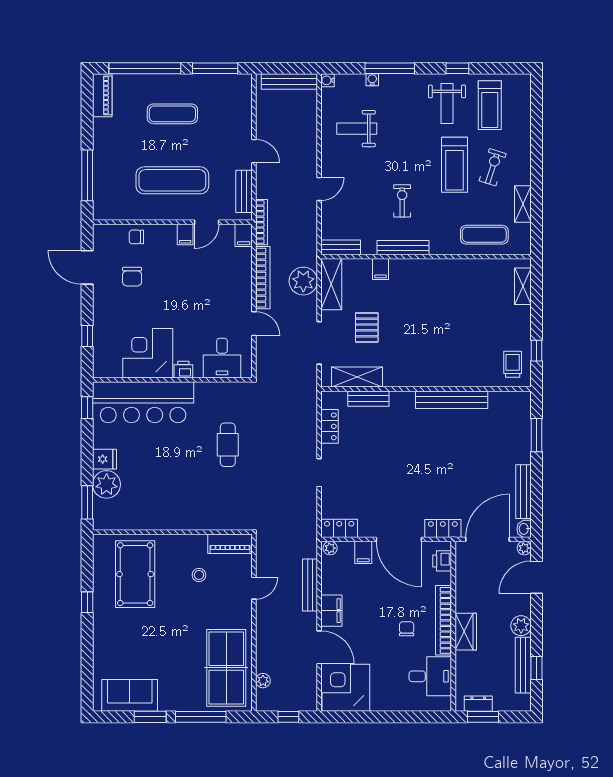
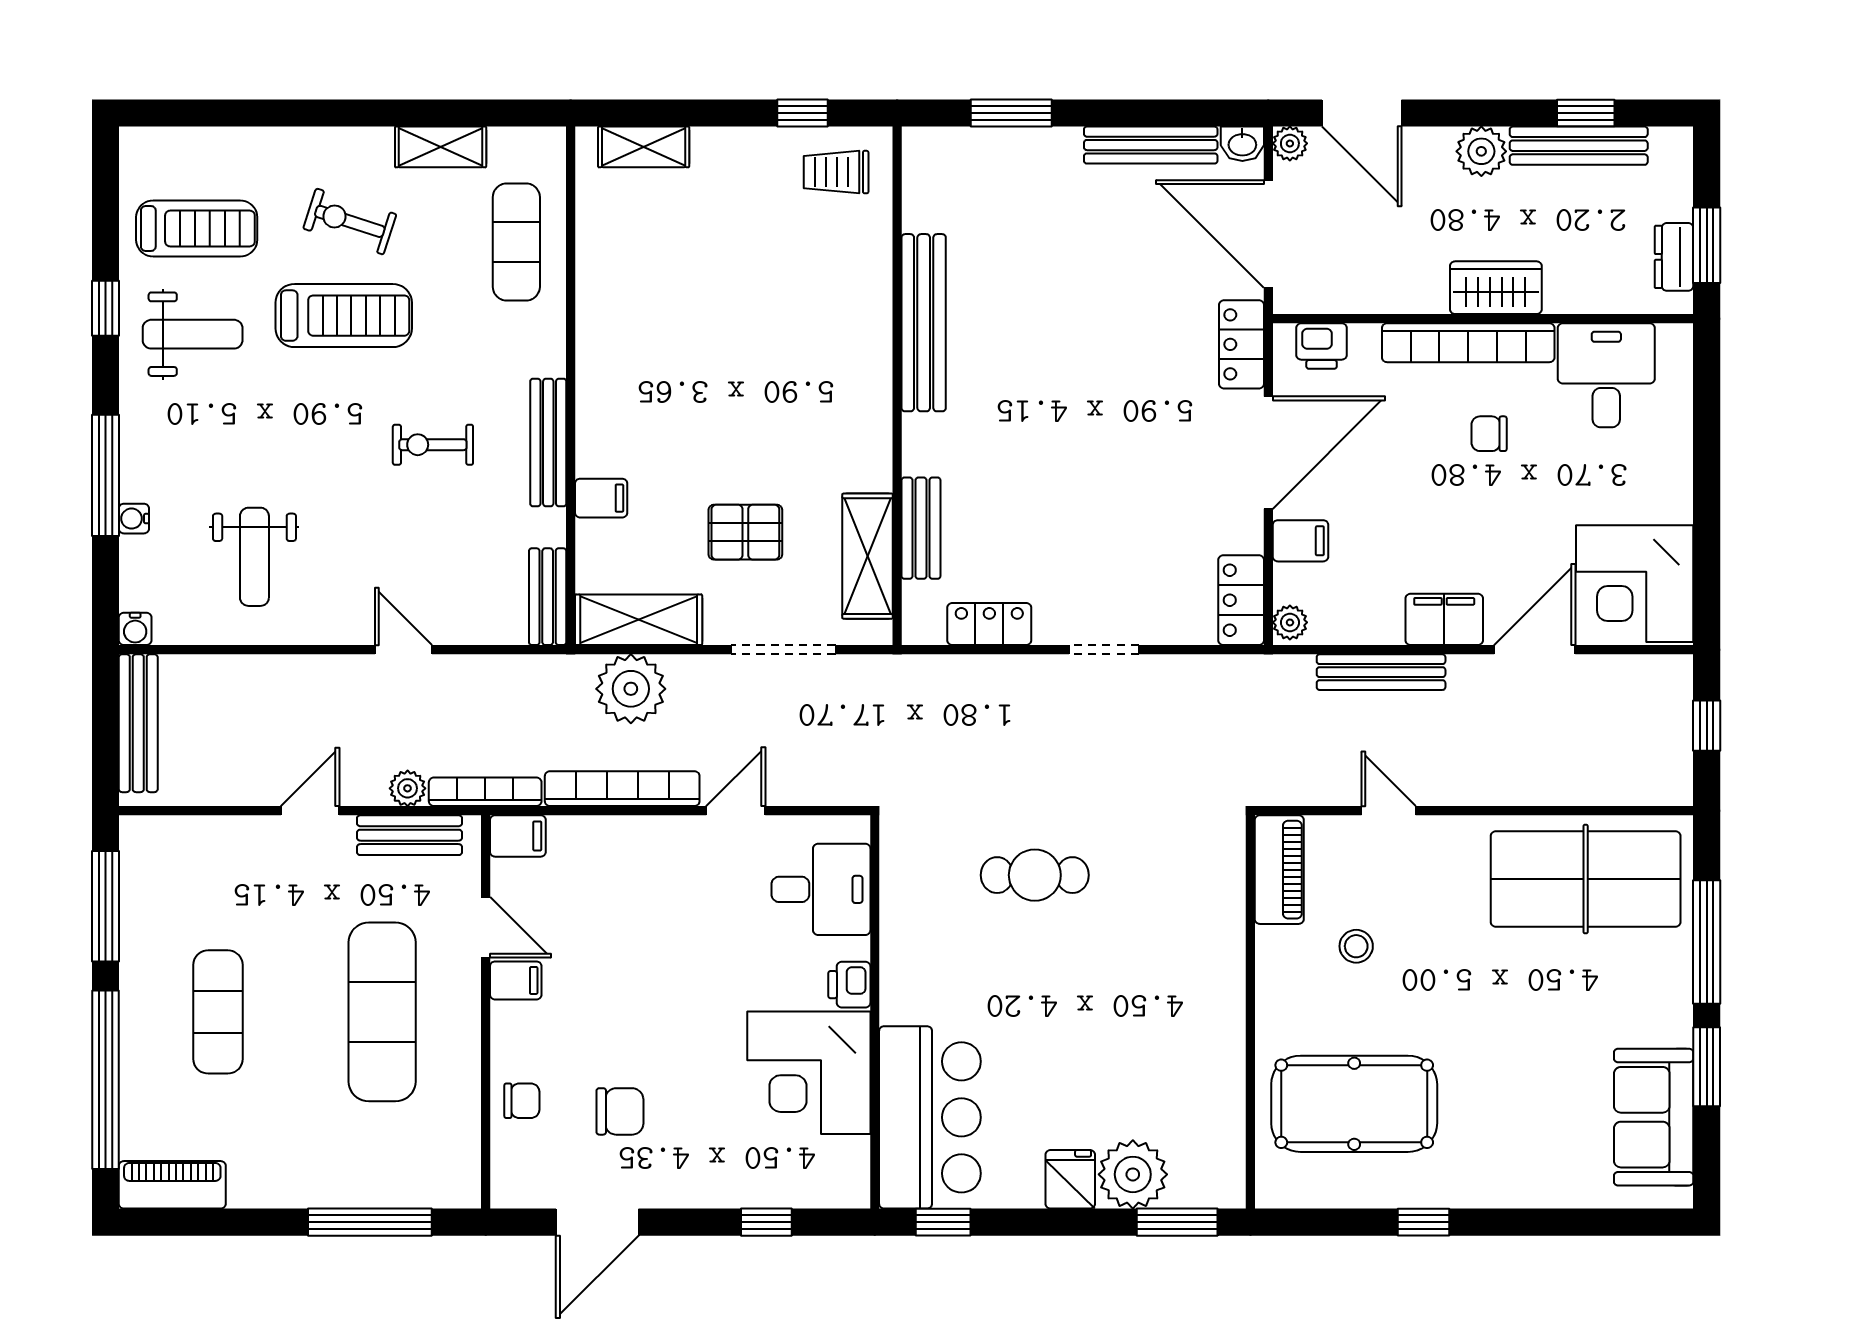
chair: (136, 237) -> (522, 1101), turned -90
bar counter: (143, 402) -> (930, 1117), width x0.73
plant: (263, 681) -> (408, 788), moved

